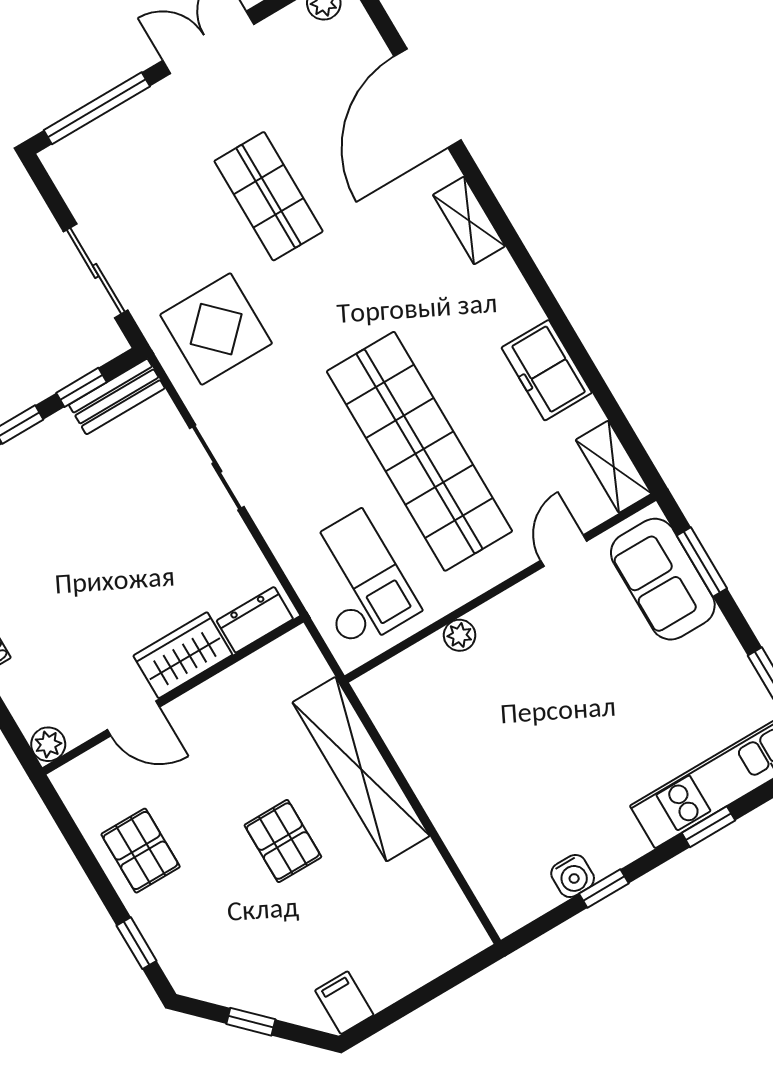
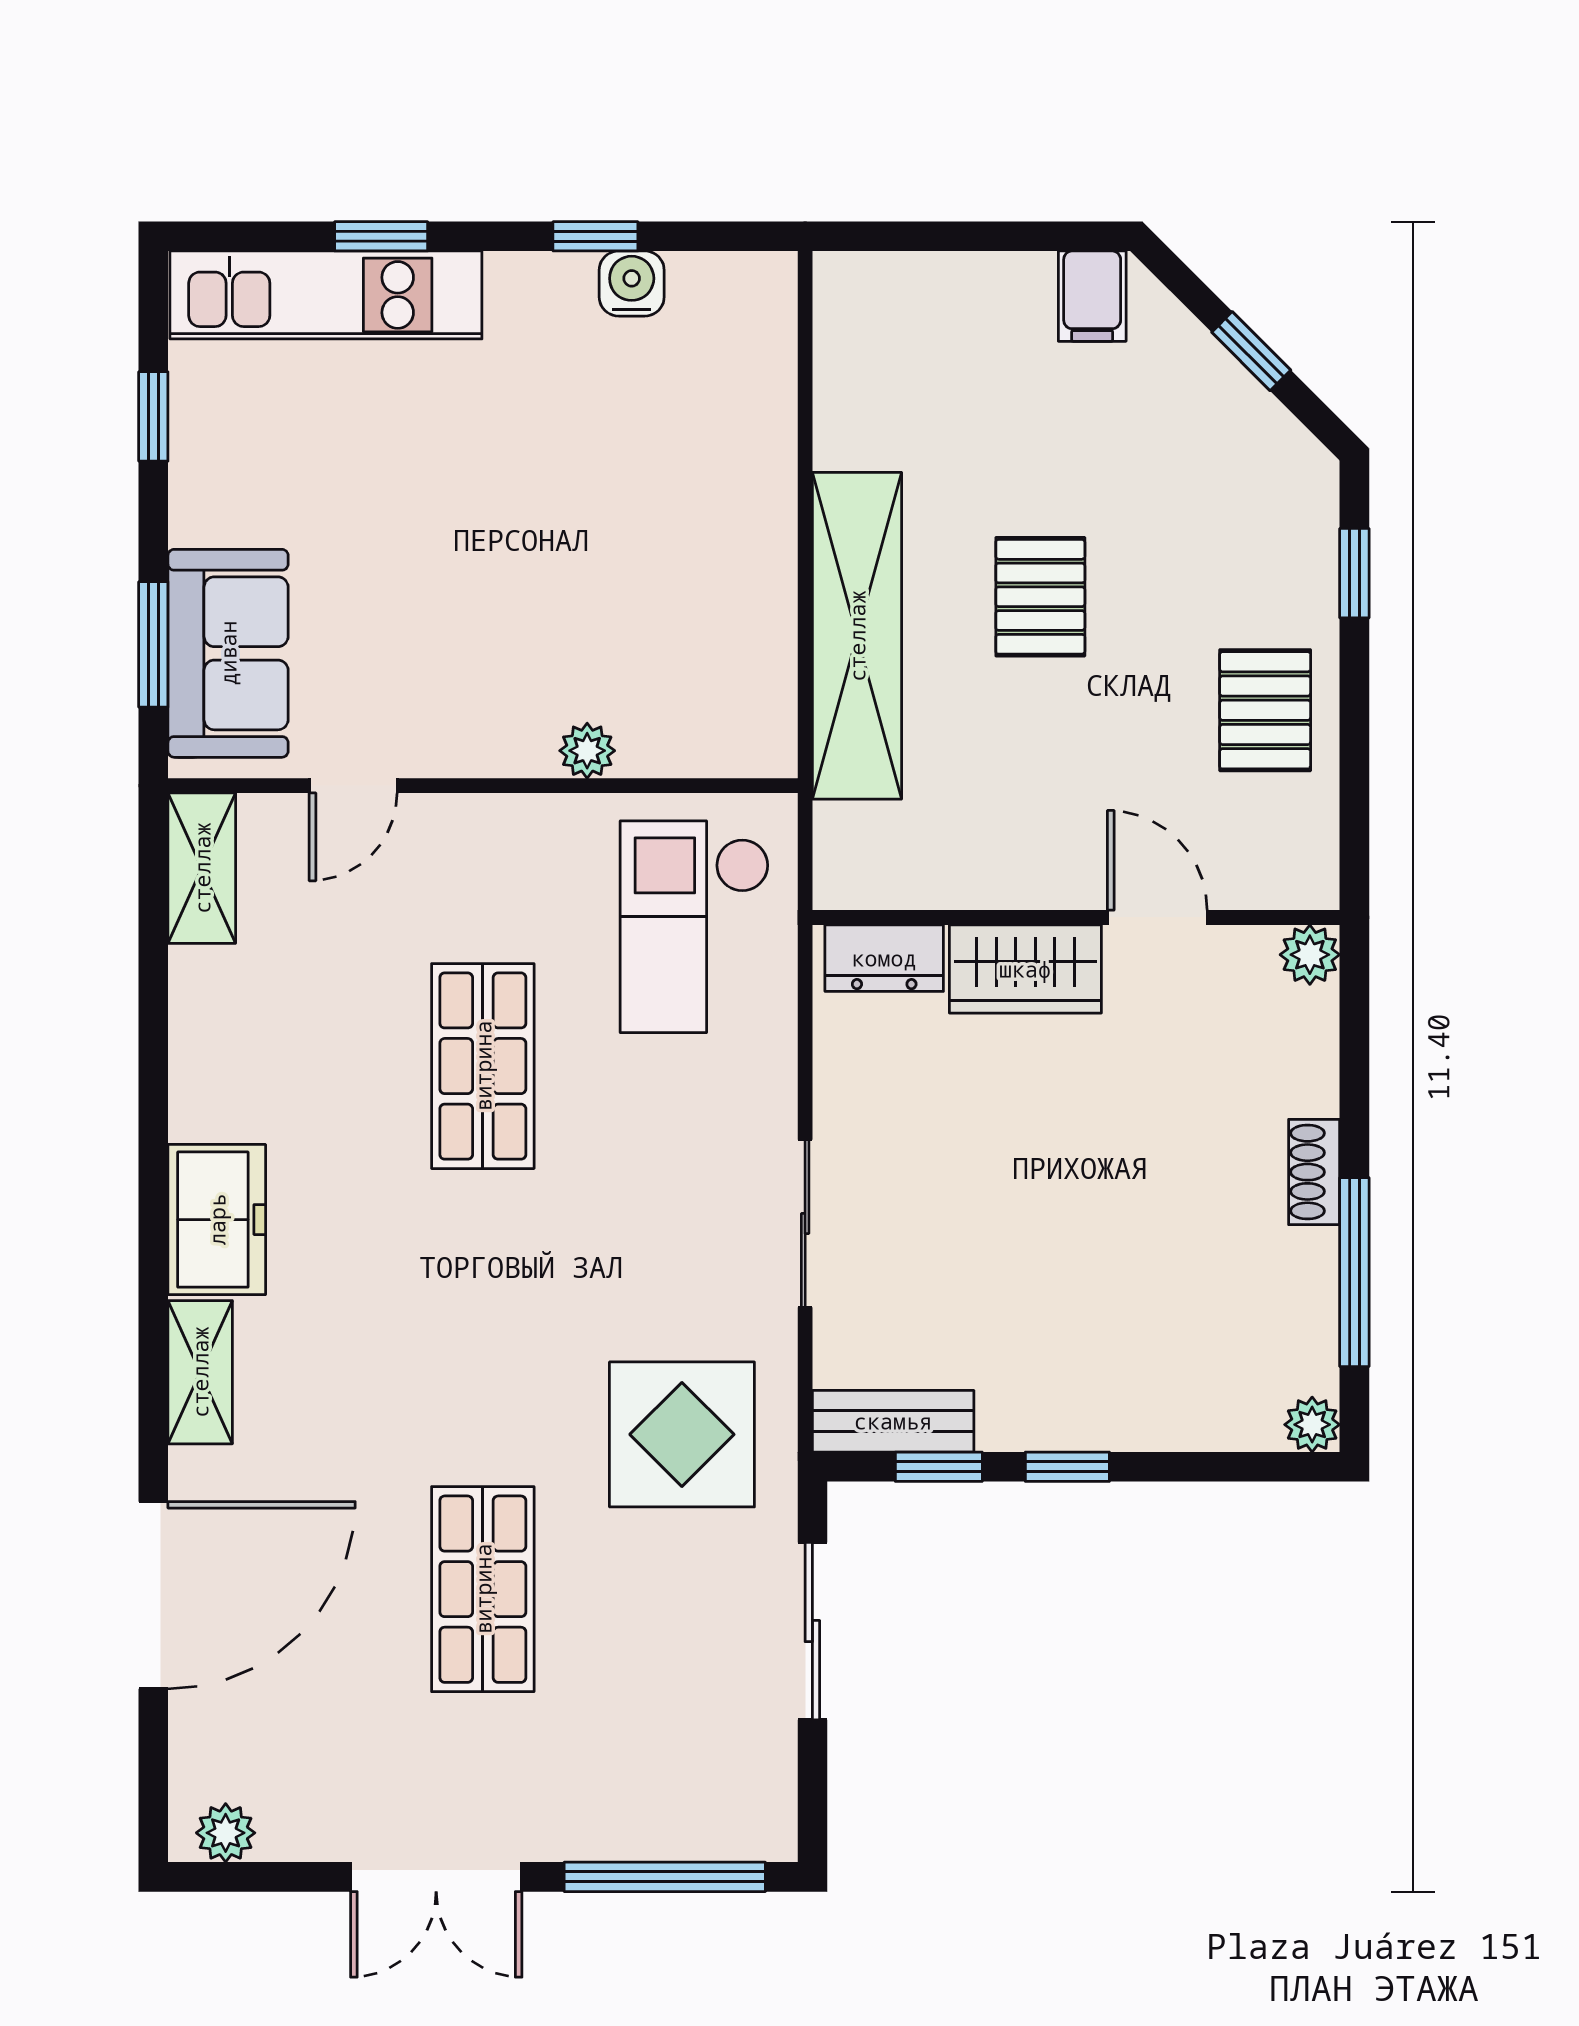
freezer: (547, 370) -> (217, 1220), moved
shop shelf: (419, 451) -> (483, 1066), width x0.50, depth x0.74

